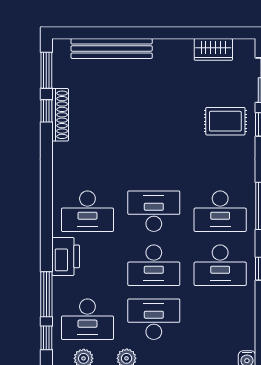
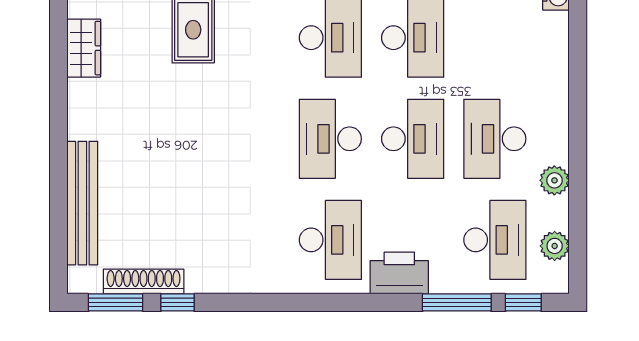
shoe rack: (60, 115) -> (144, 282), moved

